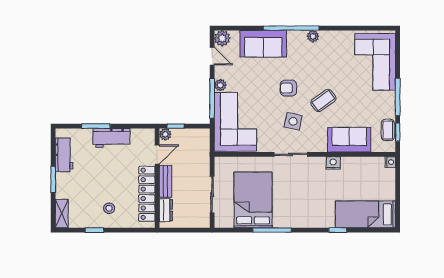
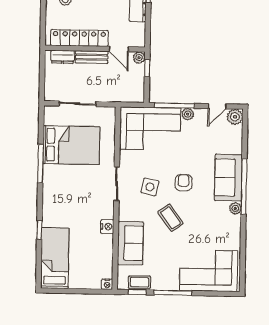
sofa: (263, 44) -> (228, 178), moved

